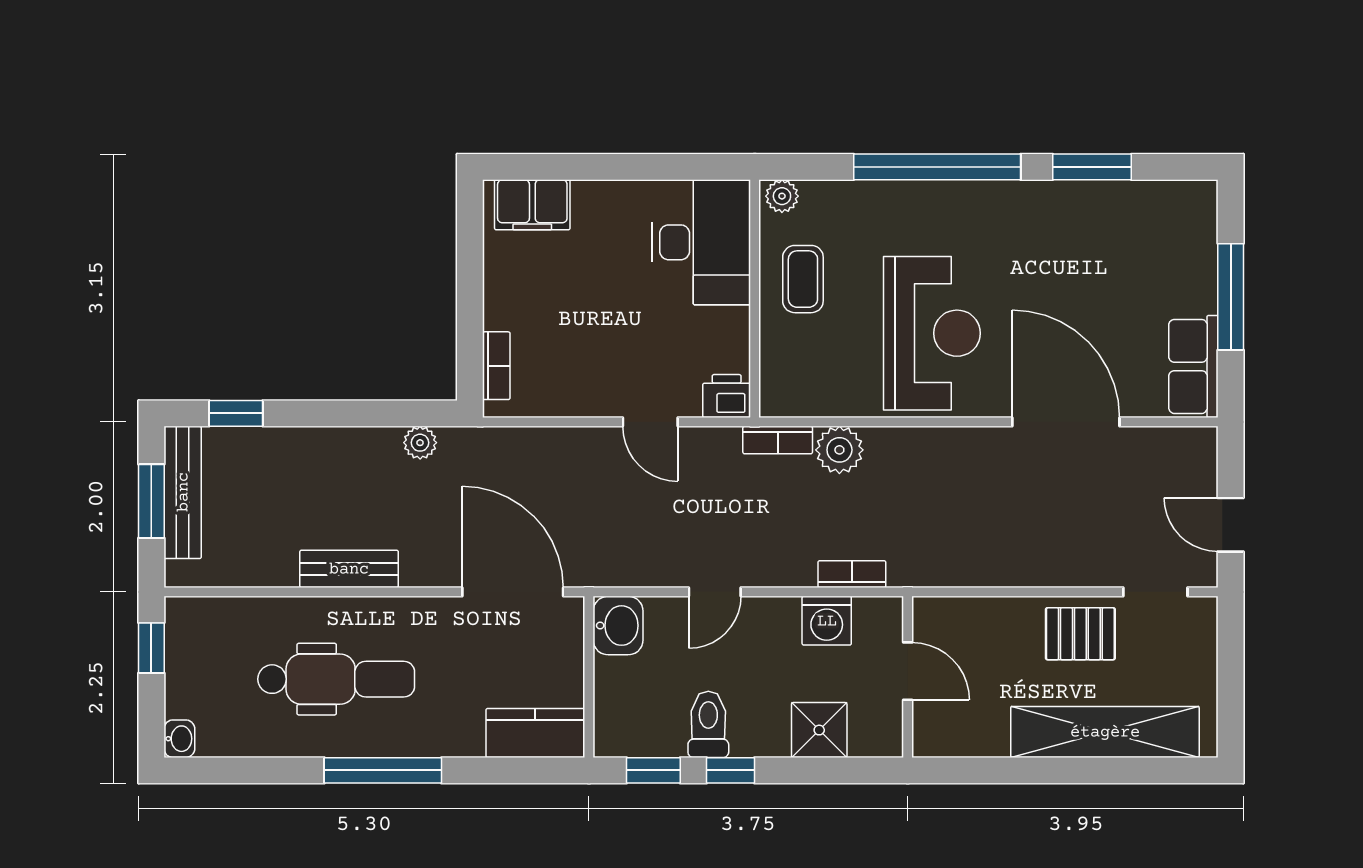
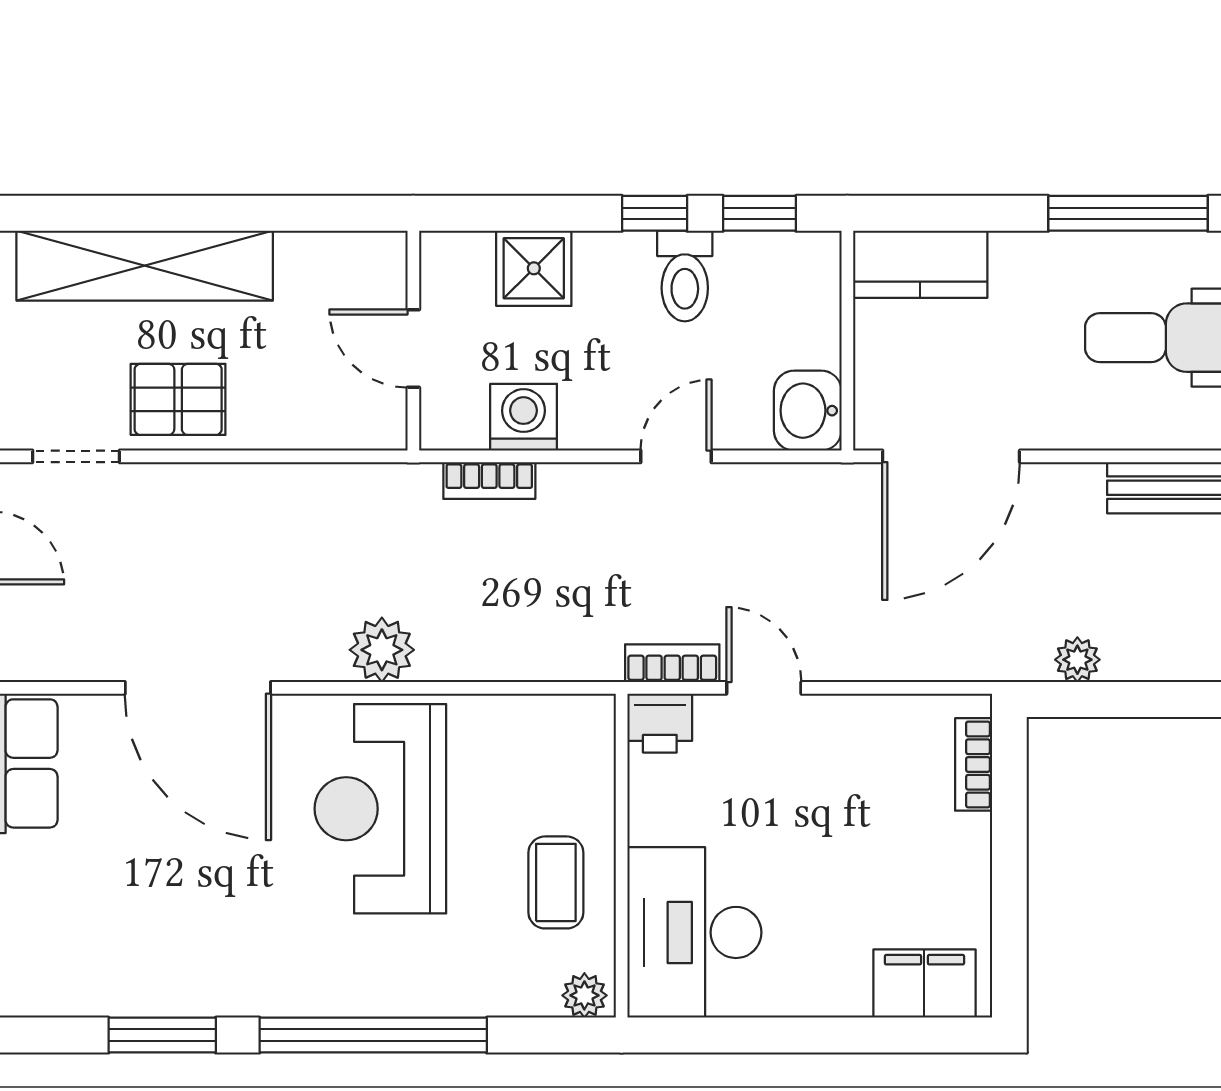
bookcase: (778, 440) -> (672, 663), moved
plant: (839, 450) -> (382, 650), moved
door: (513, 592) -> (951, 456), hinge flipped

